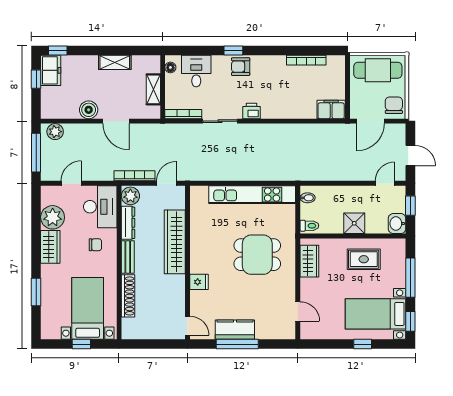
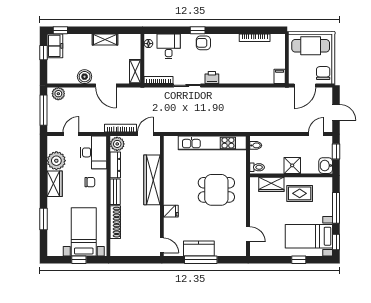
shelving: (153, 89) -> (135, 72), moved
filing cabinet: (331, 109) -> (280, 76), width x0.50
wardrobe: (309, 261) -> (271, 184), moved, turned 90

